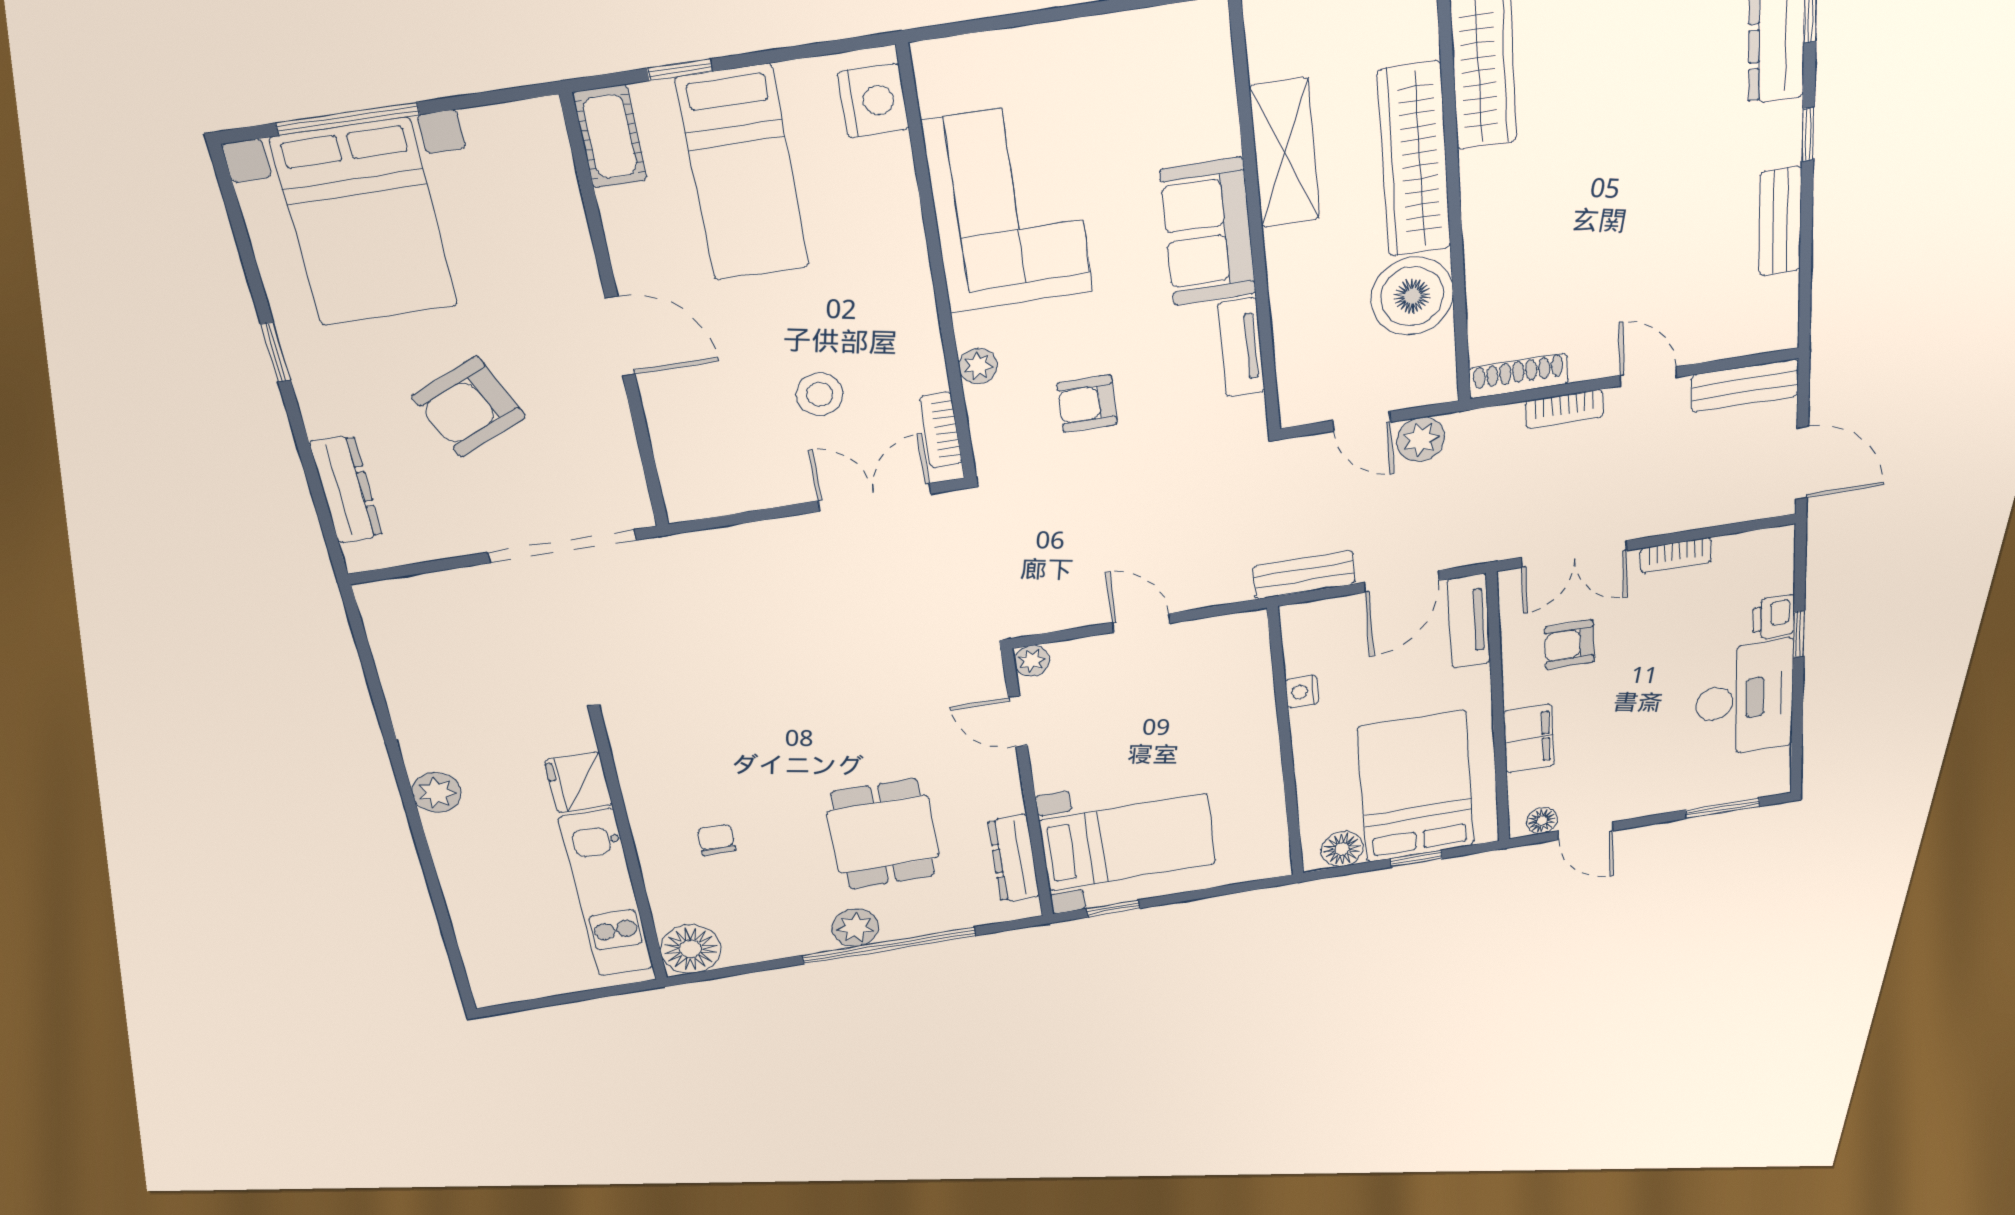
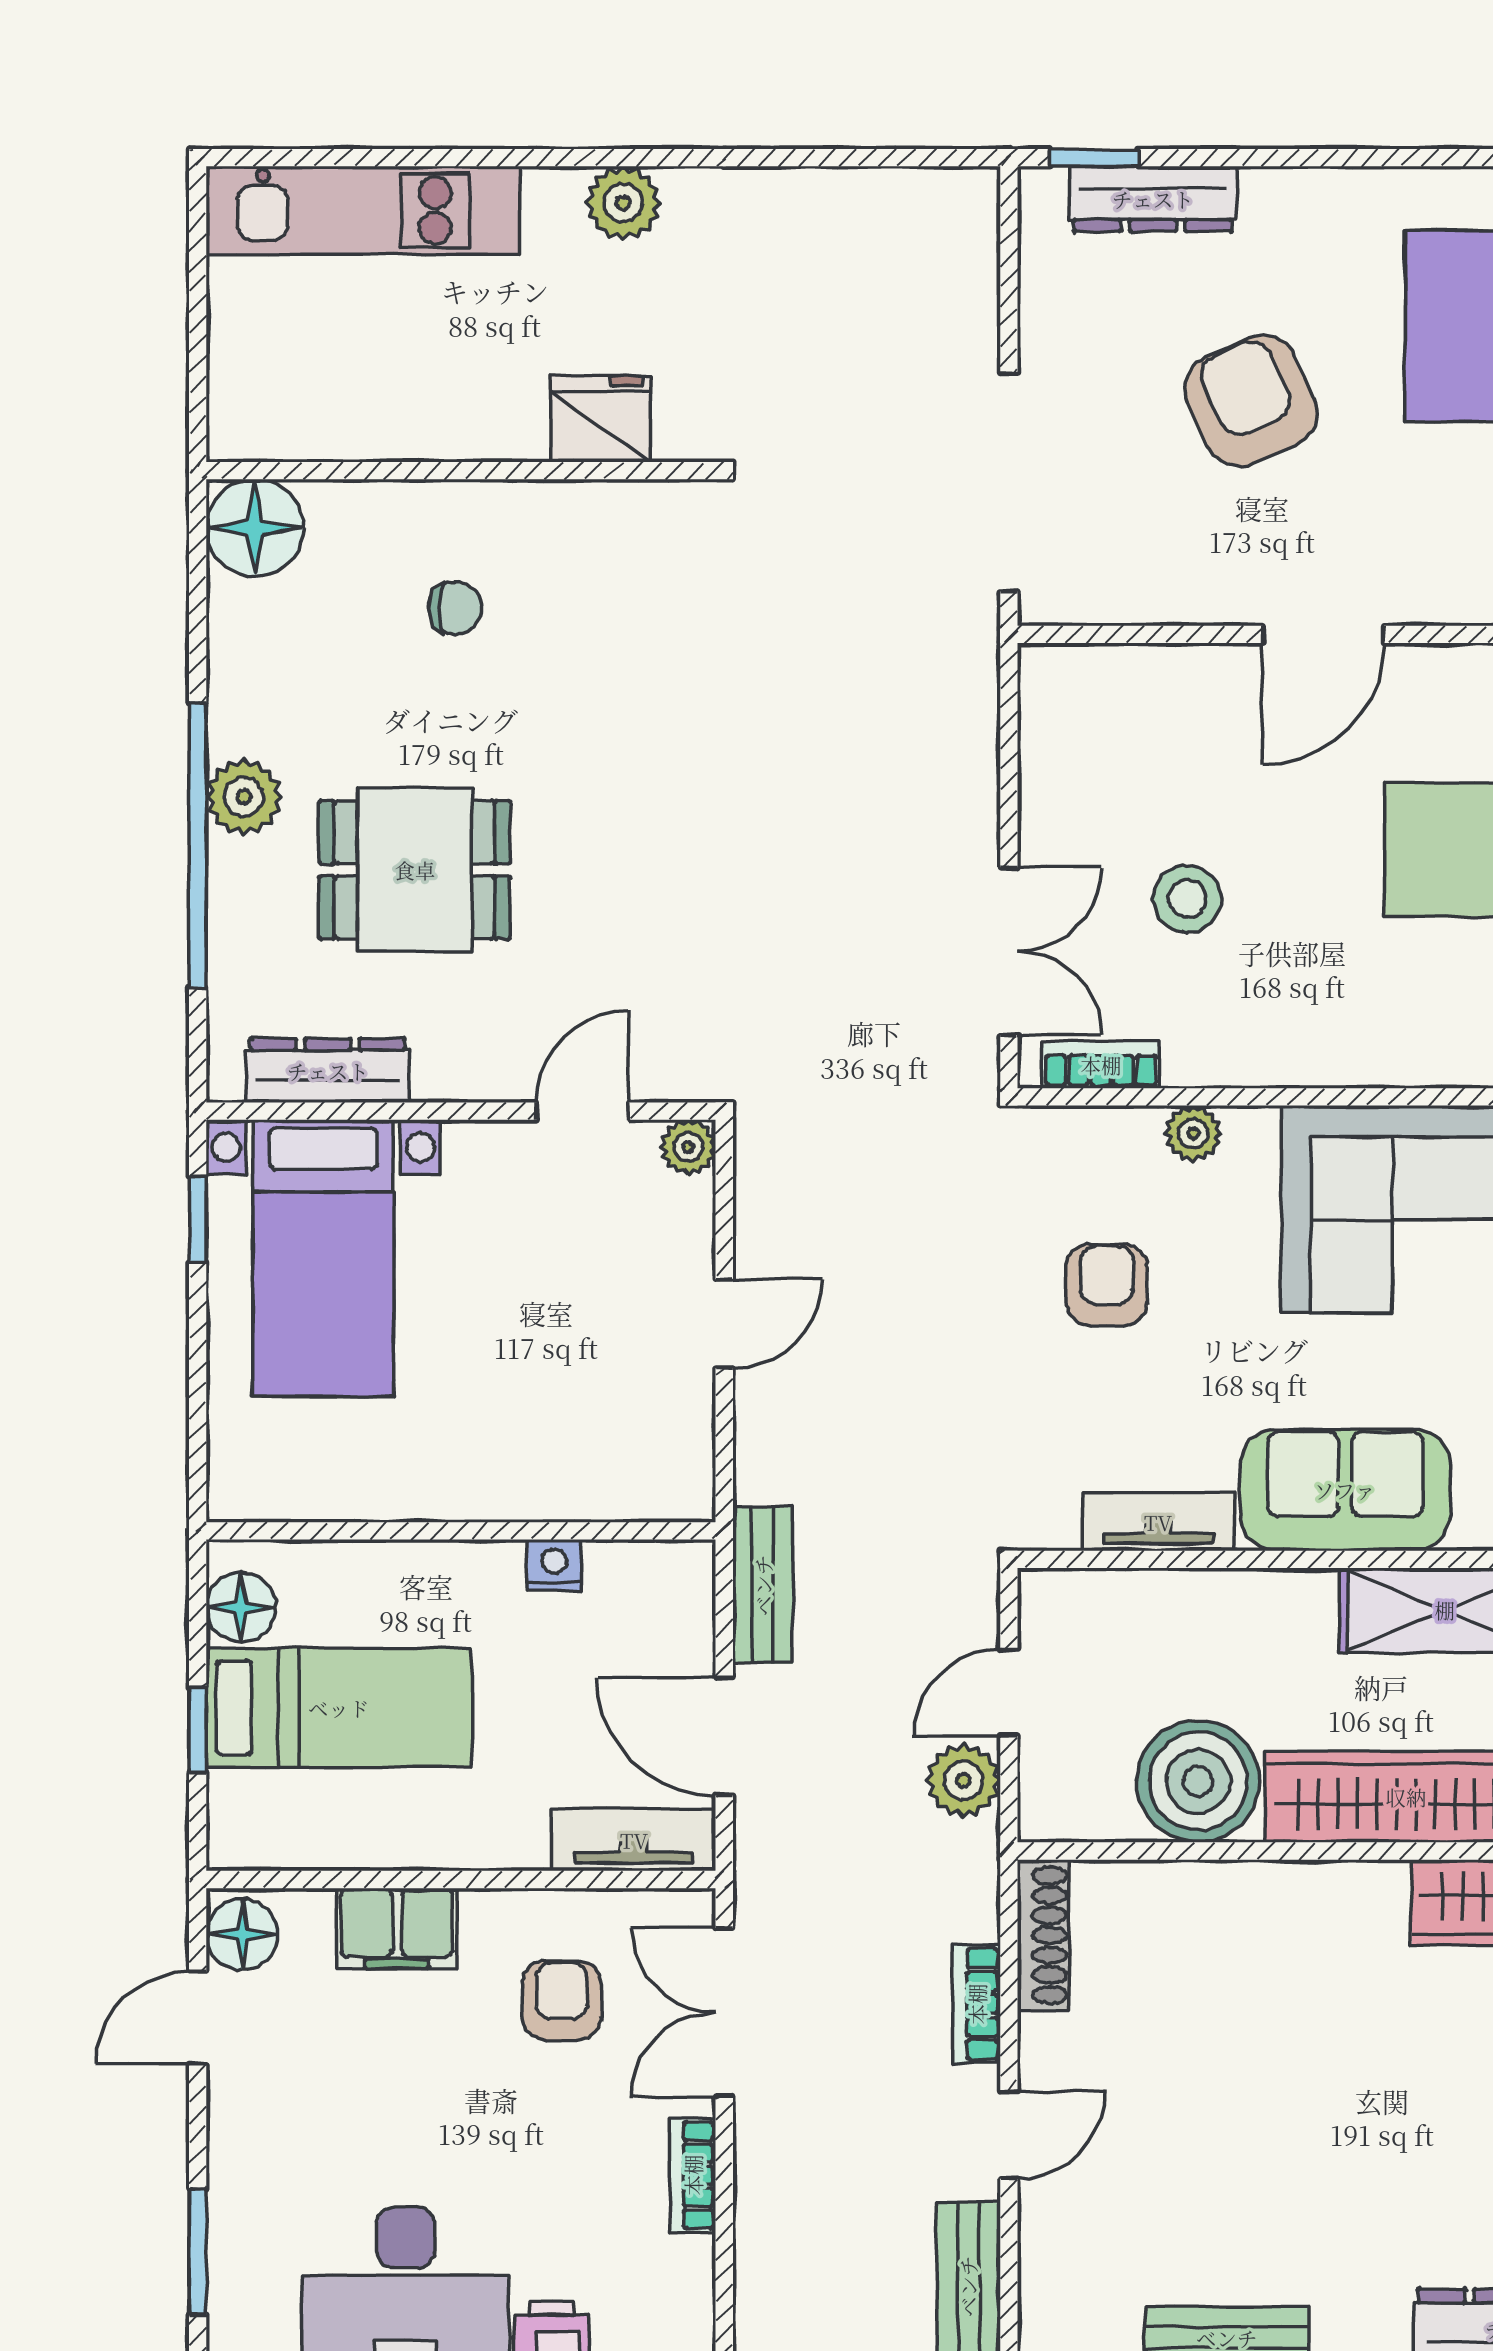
window: (276, 352) -> (1094, 158), moved
bed: (1416, 787) -> (339, 1708), width x0.67
floor lamp: (1542, 821) -> (242, 1935), width x1.37, depth x1.37
kitchen unit: (606, 894) -> (363, 210), moved, turned 180

